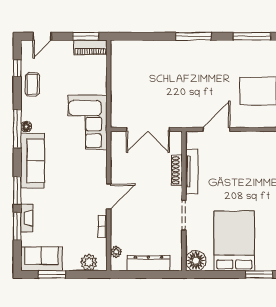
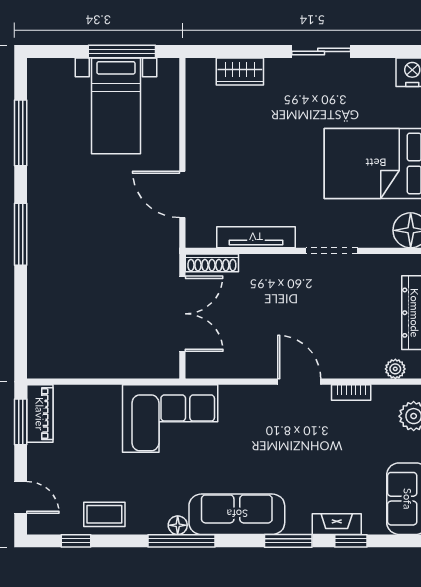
shoe rack: (177, 170) -> (212, 263), moved
window: (17, 226) -> (351, 541), width x0.67

